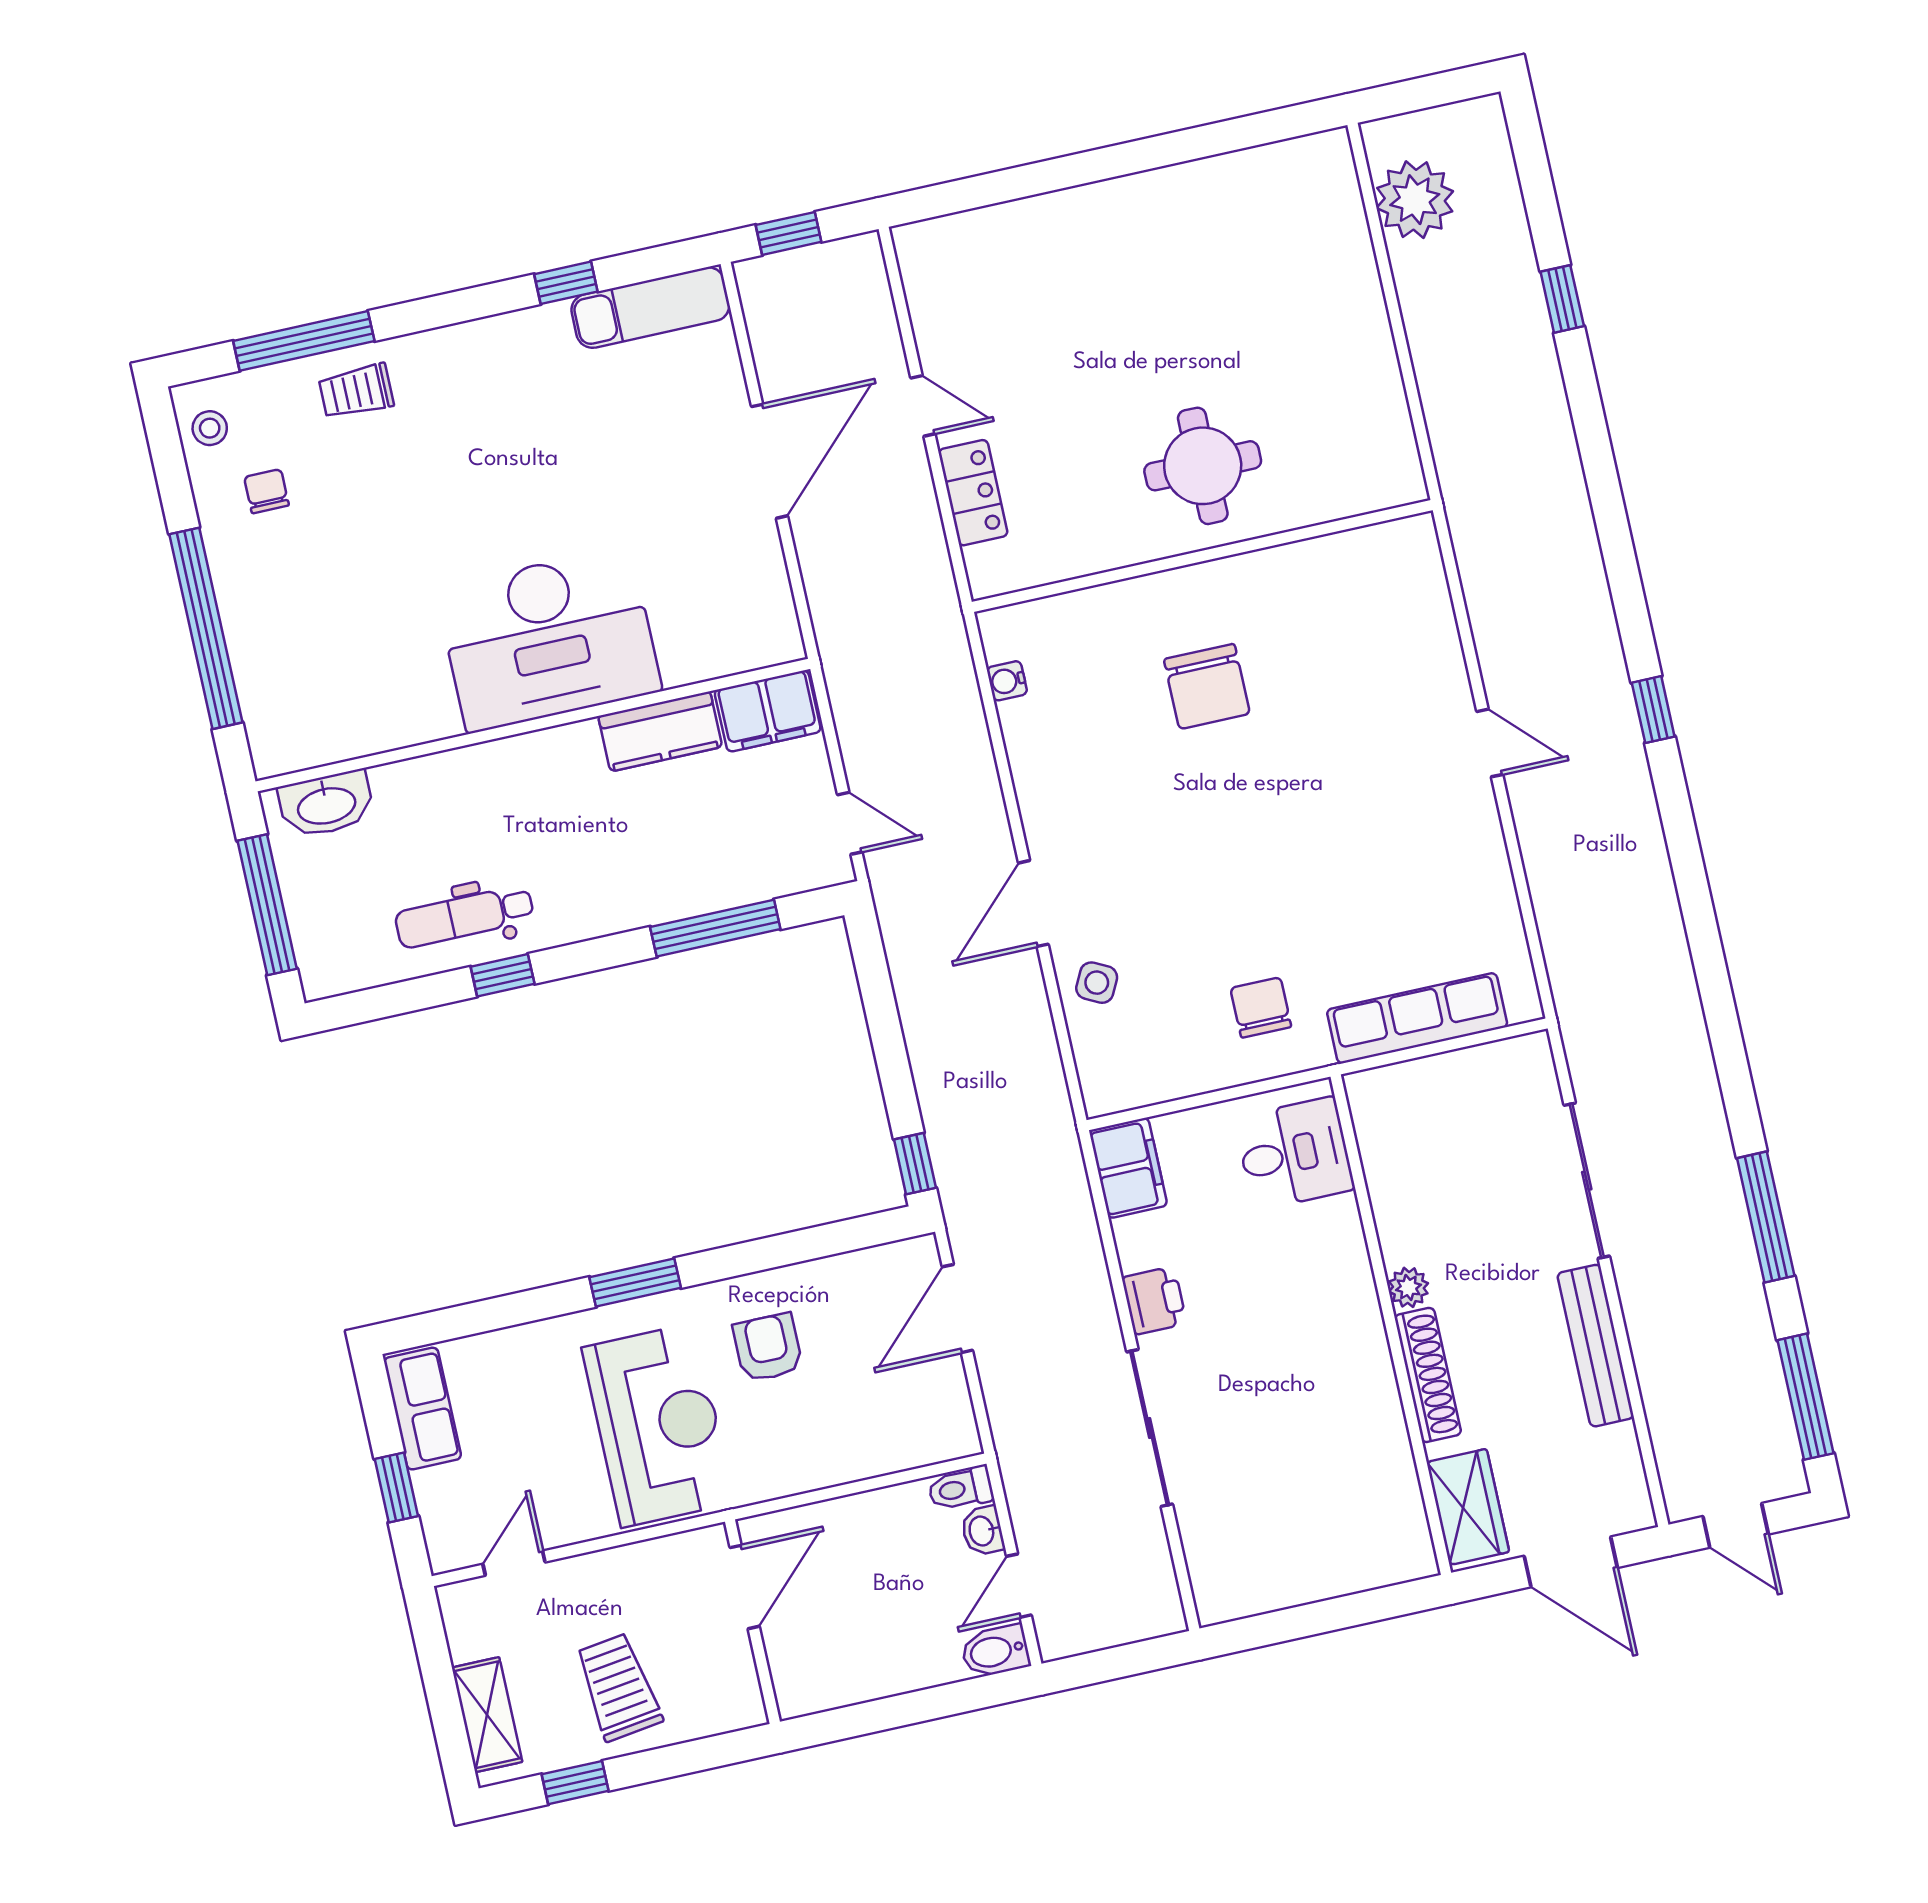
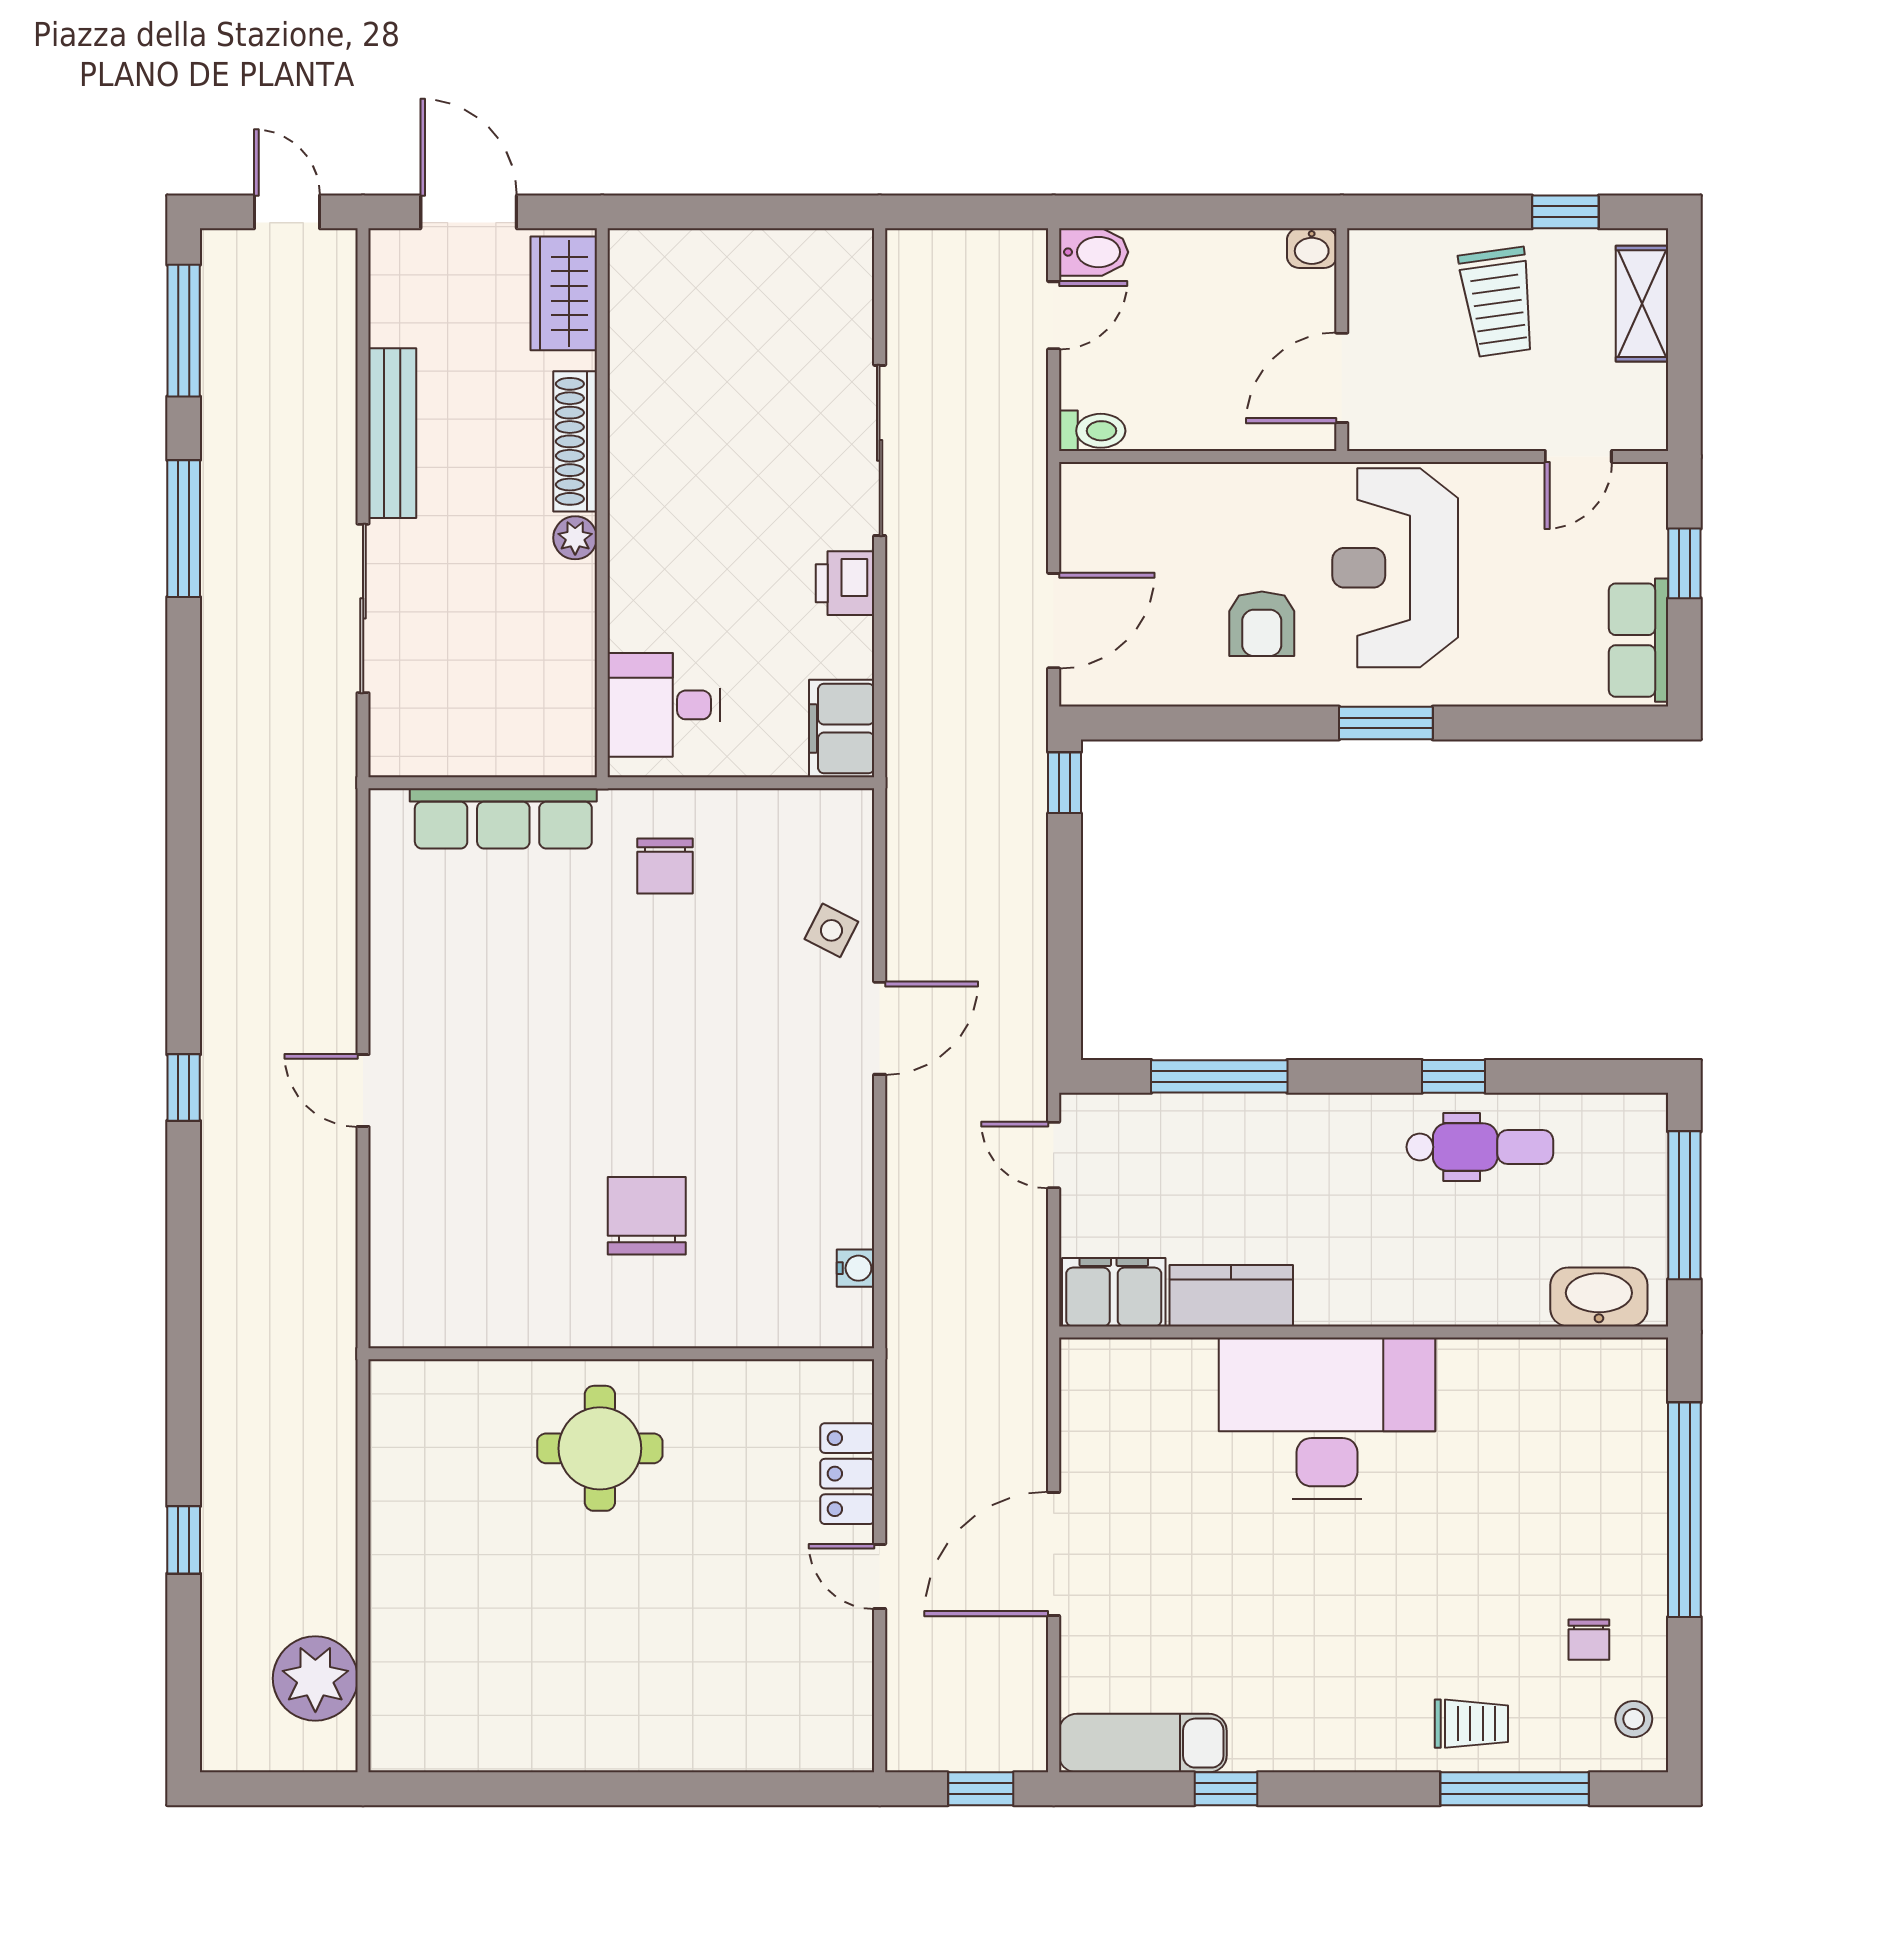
washbasin: (983, 1531) -> (1312, 248), moved, turned 90

